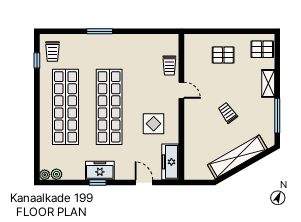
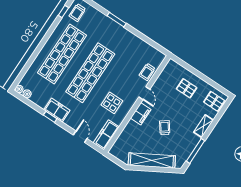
filing cabinet: (192, 115) -> (141, 114), added

